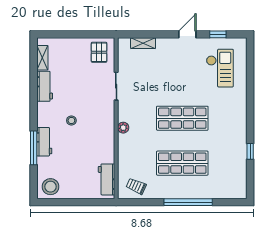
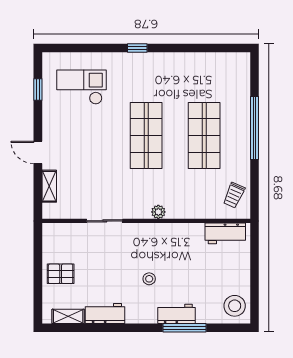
door: (187, 34) -> (38, 152), moved
pallet: (99, 52) -> (61, 274), moved
window: (250, 151) -> (137, 48), moved

